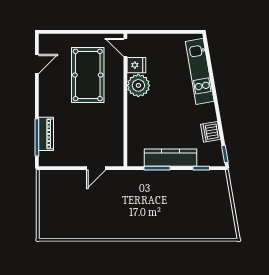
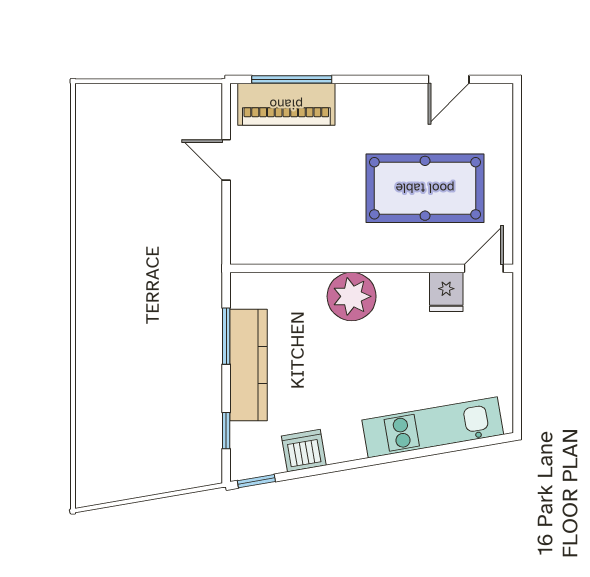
door: (37, 64) -> (449, 79), hinge flipped
plant: (138, 85) -> (352, 296), moved
piano: (46, 134) -> (286, 104), width x1.37, depth x1.33
door: (96, 168) -> (226, 160), moved

